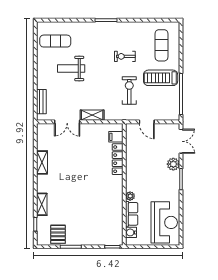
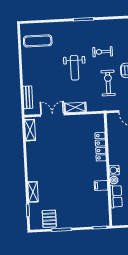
weight bench: (71, 69) -> (75, 68), moved, turned -90
double door: (67, 122) -> (52, 115), swing flipped
filing cabinet: (116, 137) -> (101, 185), moved
shelving: (42, 162) -> (30, 130), moved
water cooler: (131, 232) -> (114, 170), moved

